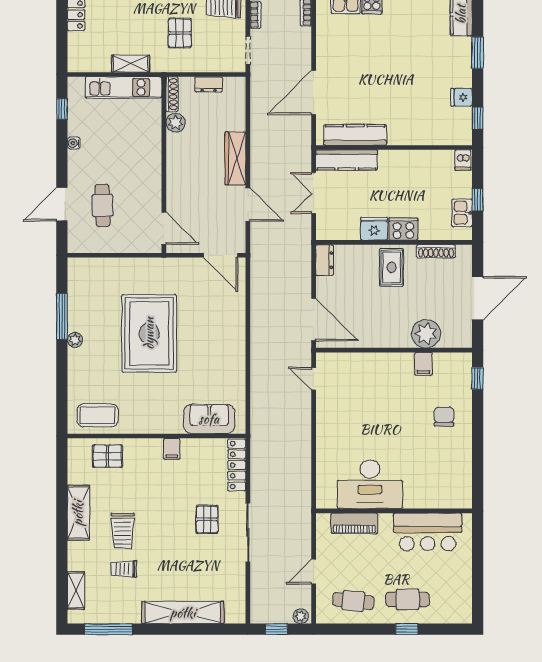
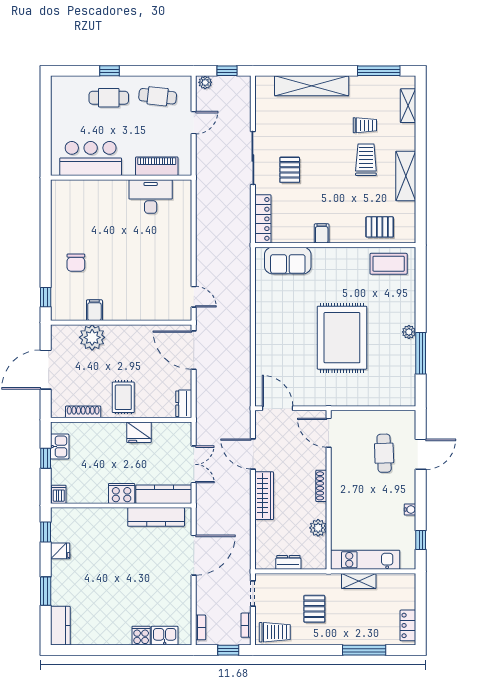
shoe rack: (172, 94) -> (321, 486), moved
cooker: (403, 229) -> (122, 493), moved, turned 180
desk: (370, 484) -> (151, 197), width x0.73, depth x0.77

